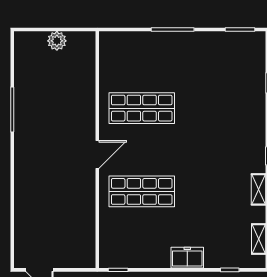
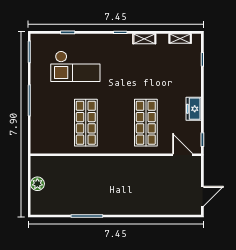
checkout: (220, 94) -> (75, 66), added
door: (97, 154) -> (183, 155), moved
freezer: (187, 258) -> (194, 109), moved

